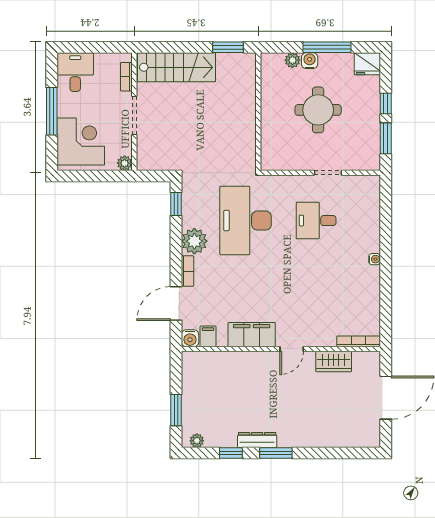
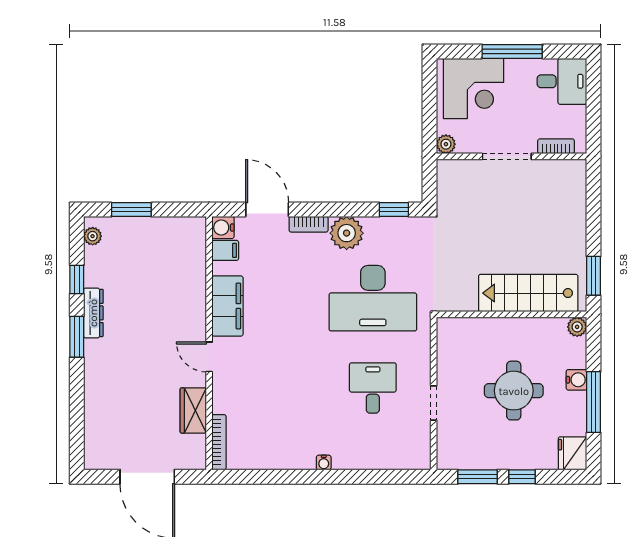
plant: (292, 60) -> (577, 327), moved
stairs: (177, 67) -> (528, 293), moved, turned 90
desk: (246, 221) -> (373, 298), turned 180

